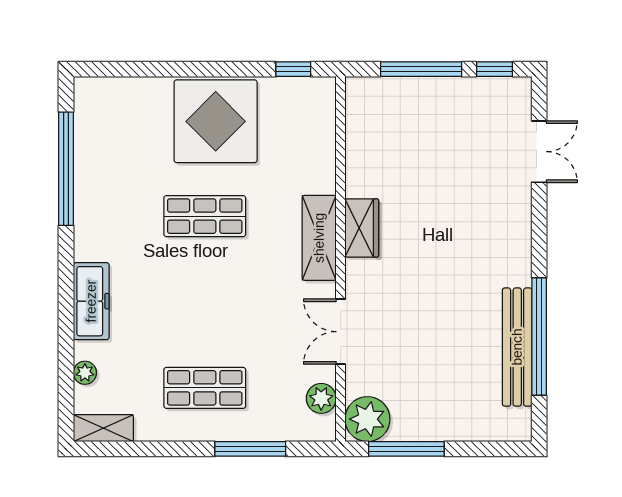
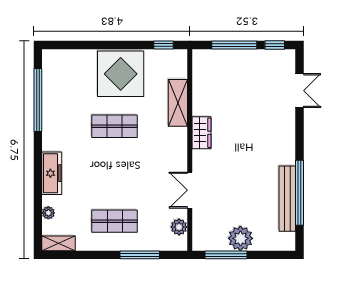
shelving: (319, 238) -> (178, 103), moved
plant: (367, 419) -> (240, 238), moved

